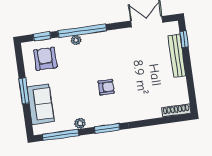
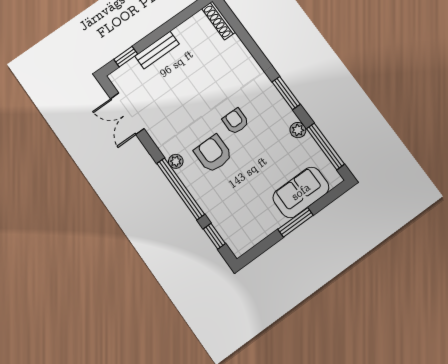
plant: (76, 40) -> (176, 161), moved
bench: (177, 56) -> (157, 50), width x0.73
armchair: (45, 59) -> (213, 154), moved, turned 90

